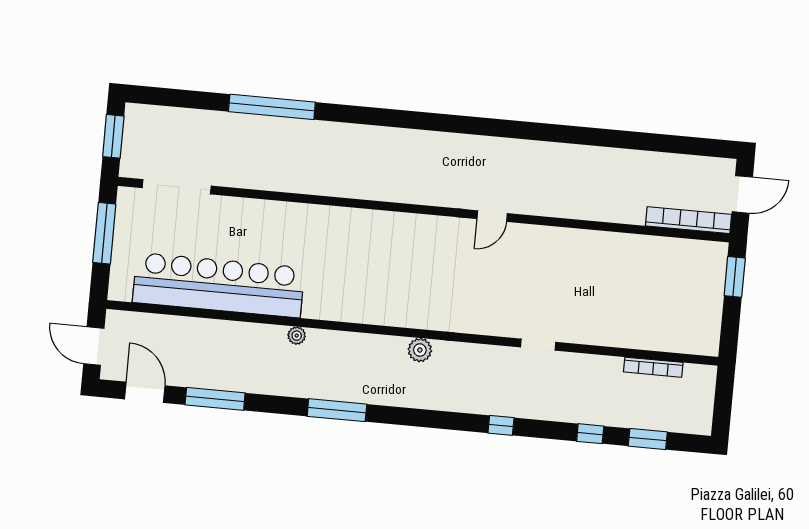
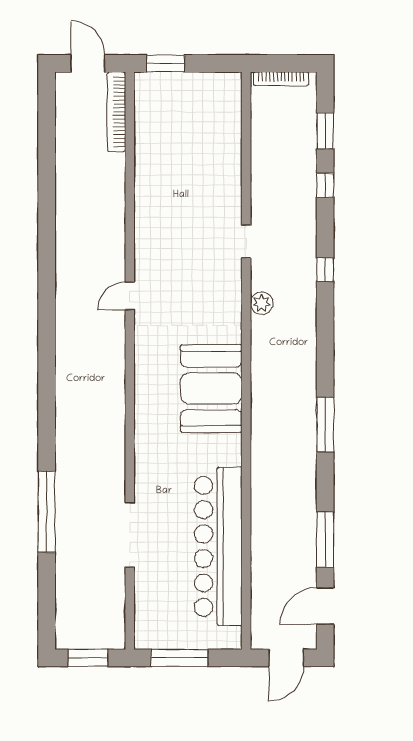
doorway: (177, 187) -> (130, 535), moved
door: (492, 216) -> (130, 296), swing flipped
booth: (386, 293) -> (211, 388), added
plant: (297, 336) -> (259, 469), removed
plant: (420, 350) -> (262, 303), moved
bookcase: (653, 367) -> (281, 79), moved, turned 90

